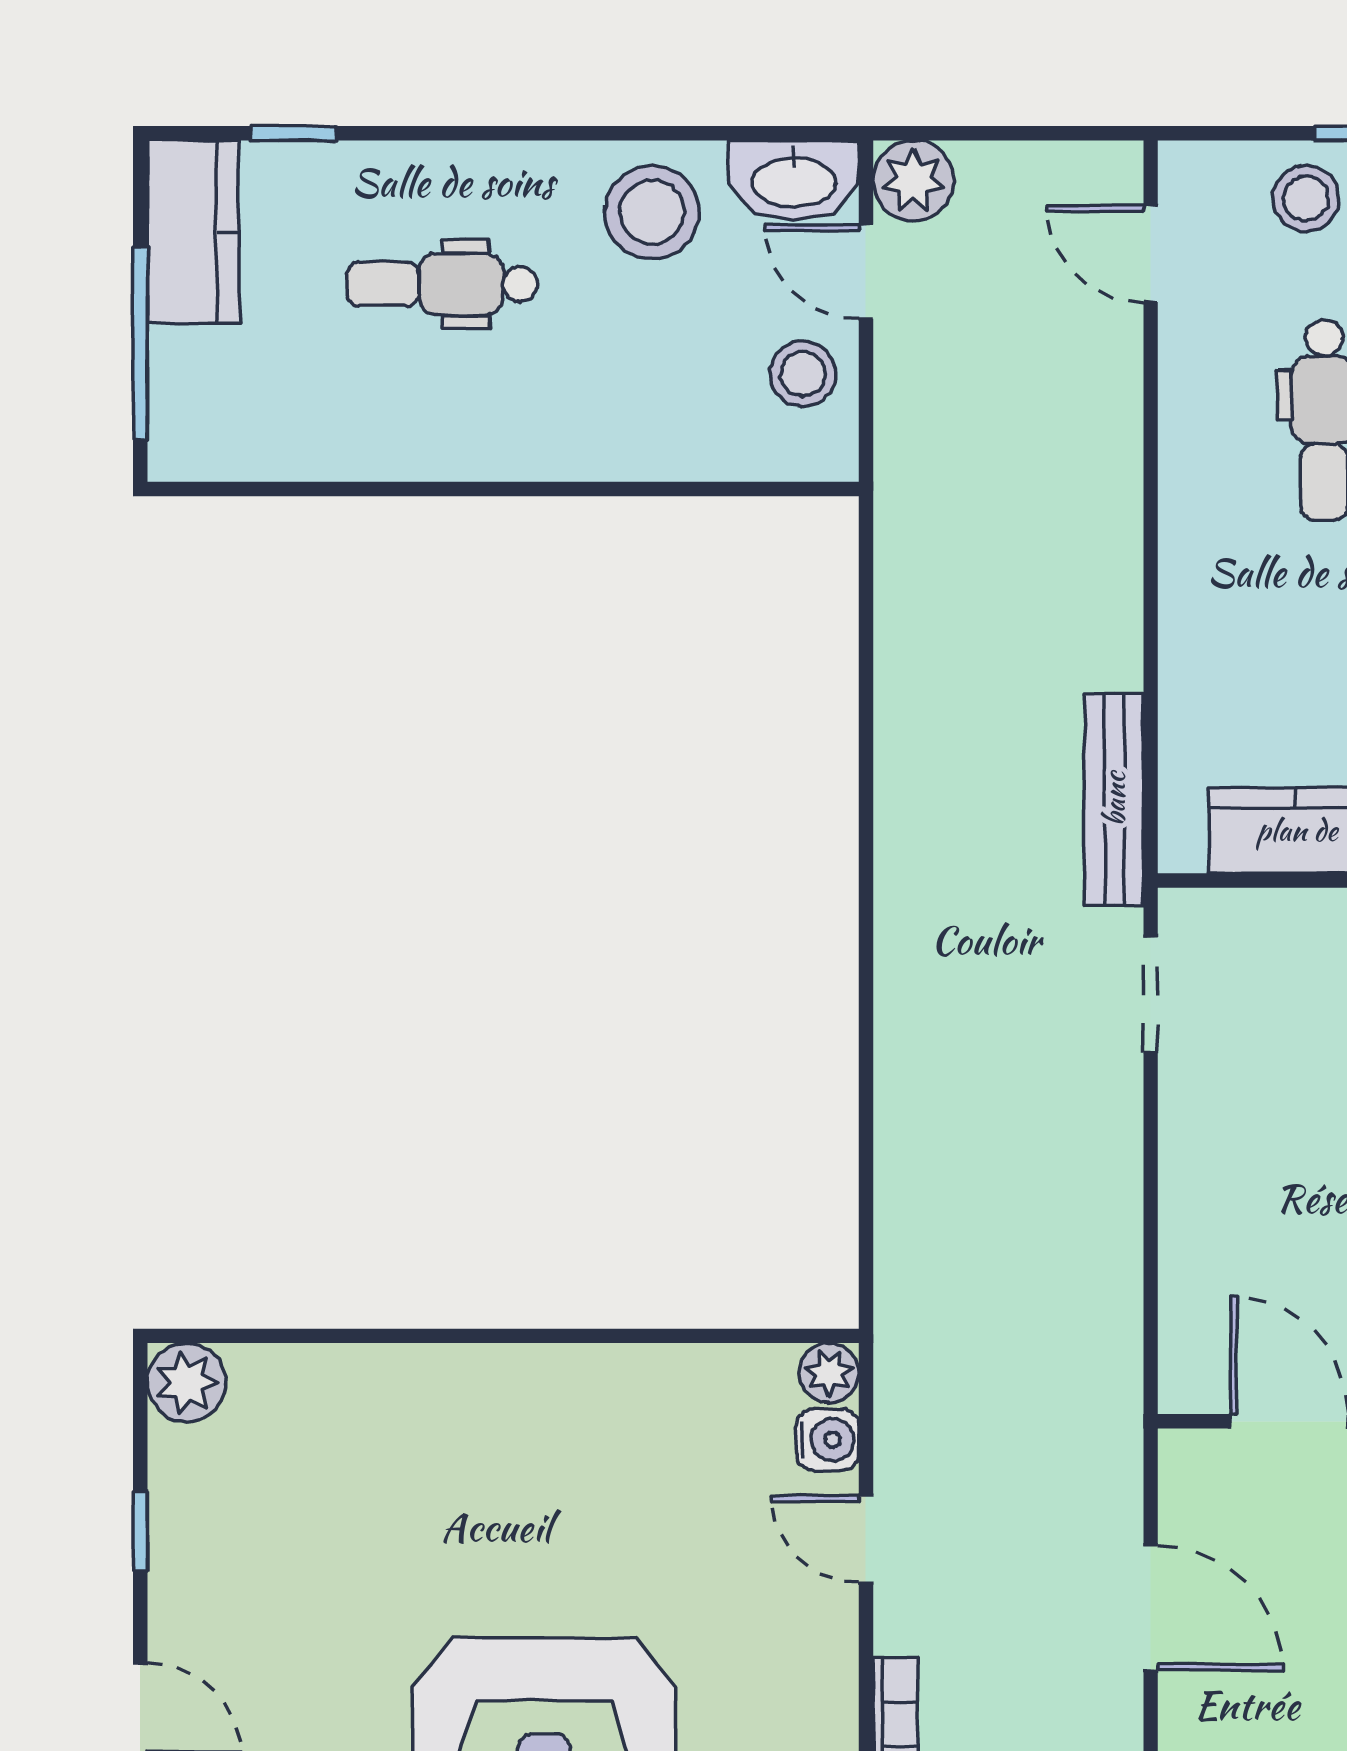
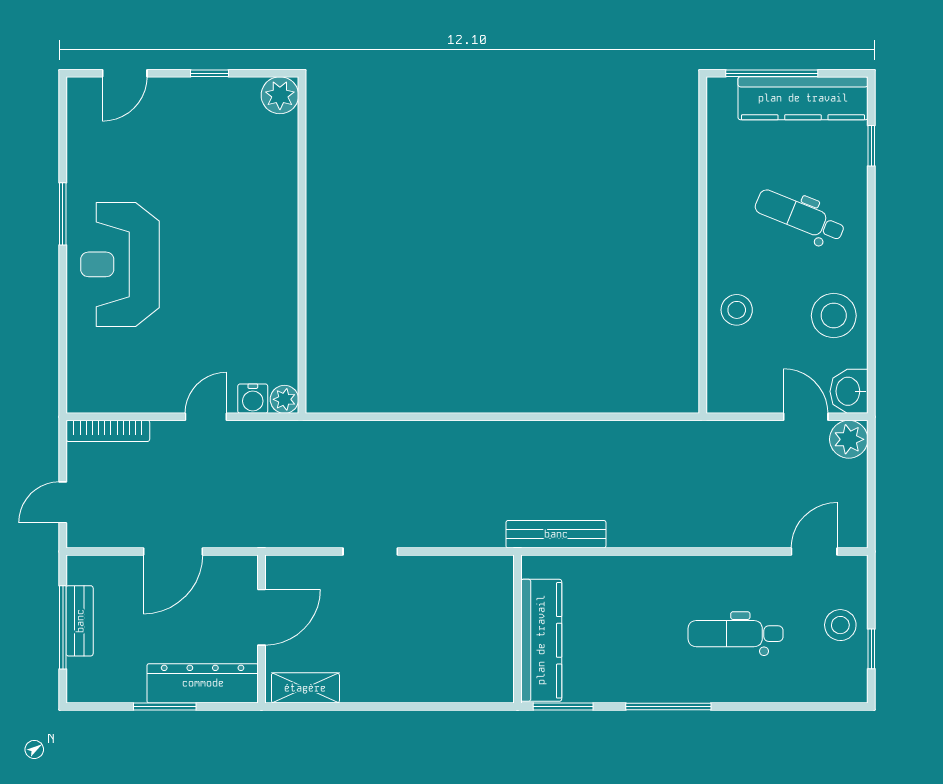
washbasin: (794, 180) -> (849, 391), width x0.72
kitchen counter: (193, 232) -> (803, 98), width x1.50
door: (866, 272) -> (806, 417), hinge flipped
dental chair: (442, 284) -> (800, 216), turned -68
stool: (803, 374) -> (737, 310), moved
doorway: (1151, 995) -> (370, 552), moved

